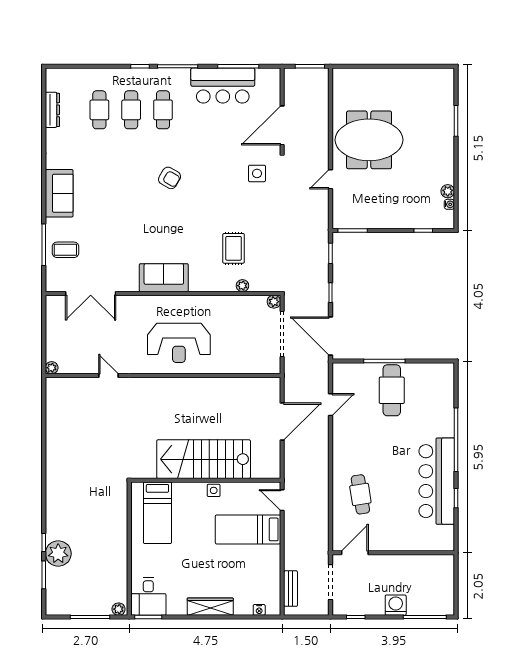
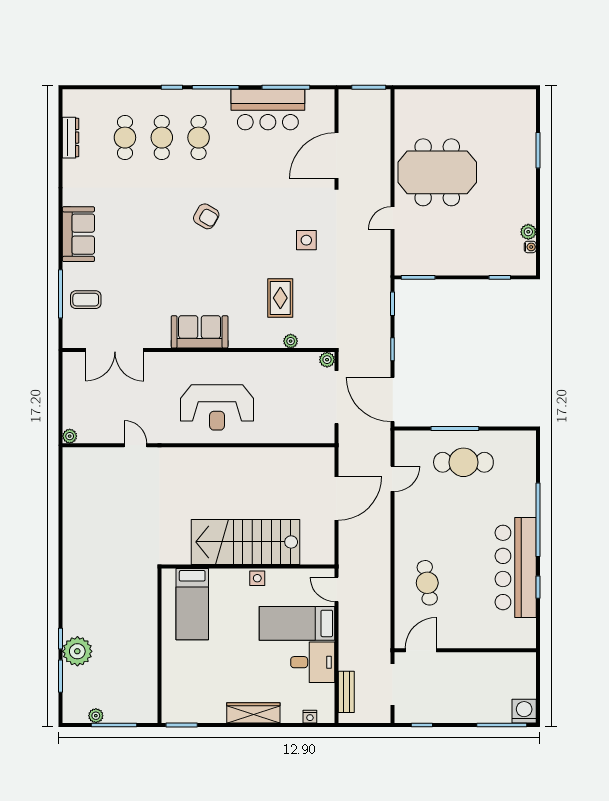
side table: (257, 173) -> (306, 240), moved
cafe table: (392, 390) -> (463, 462), turned 90
desk: (148, 597) -> (313, 662), moved, turned -90
washing machine: (396, 605) -> (524, 711), moved
plant: (119, 609) -> (96, 716), moved

